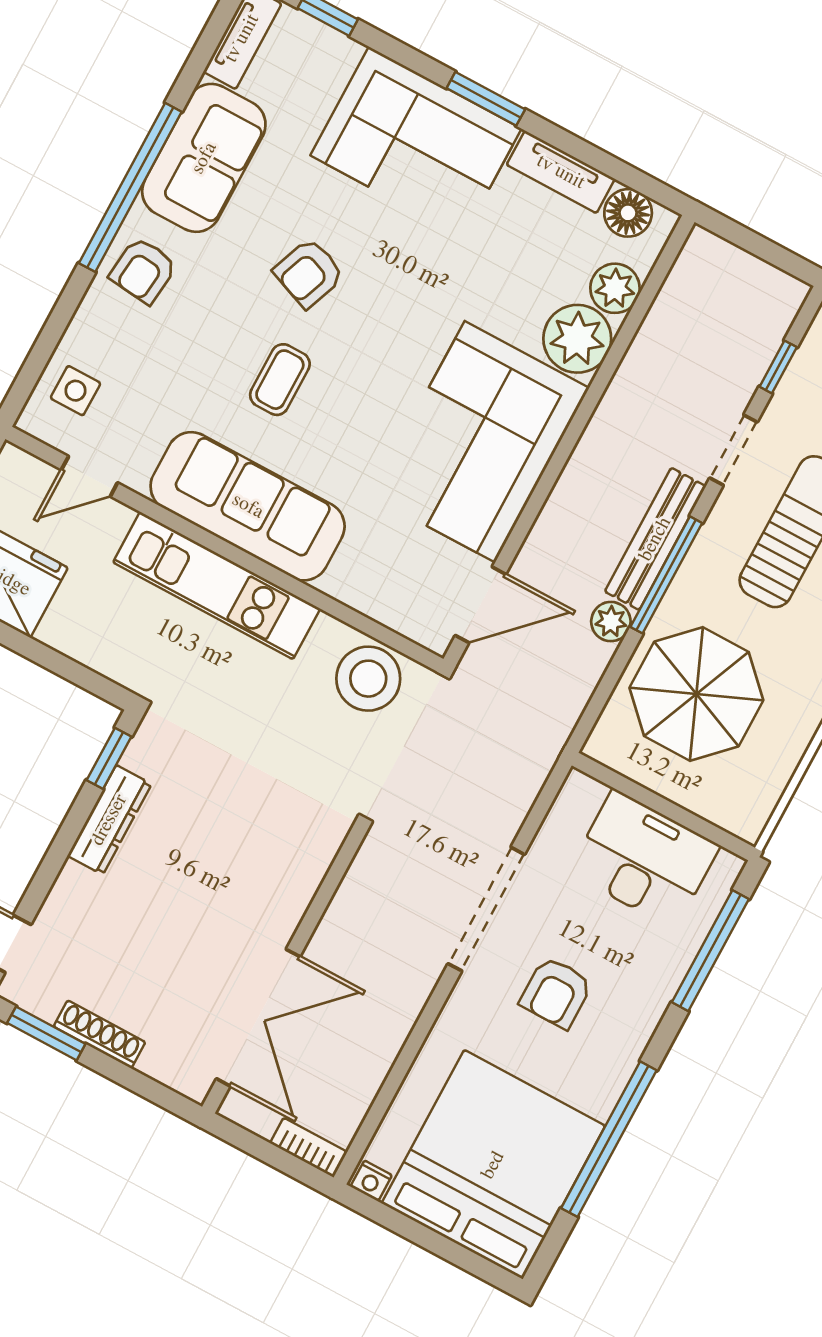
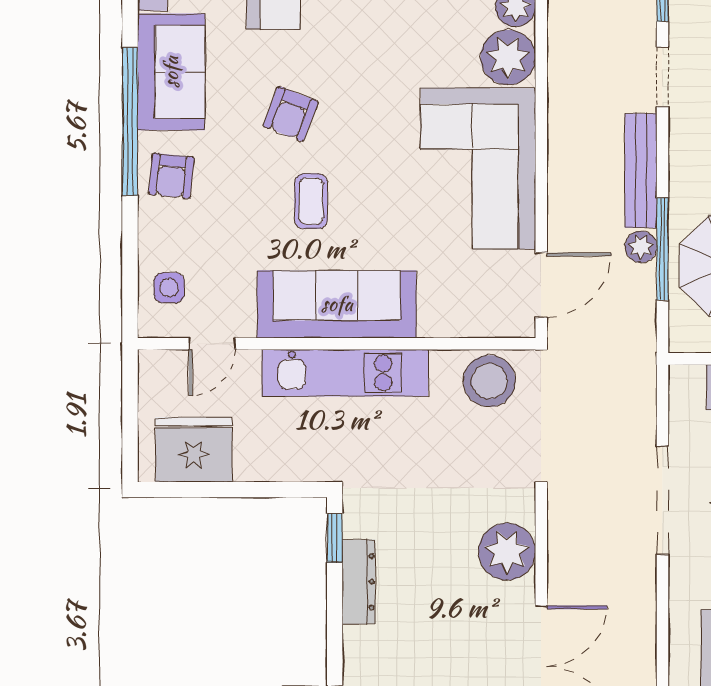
window: (666, 575) -> (663, 249), moved
plant: (288, 874) -> (507, 552), added

